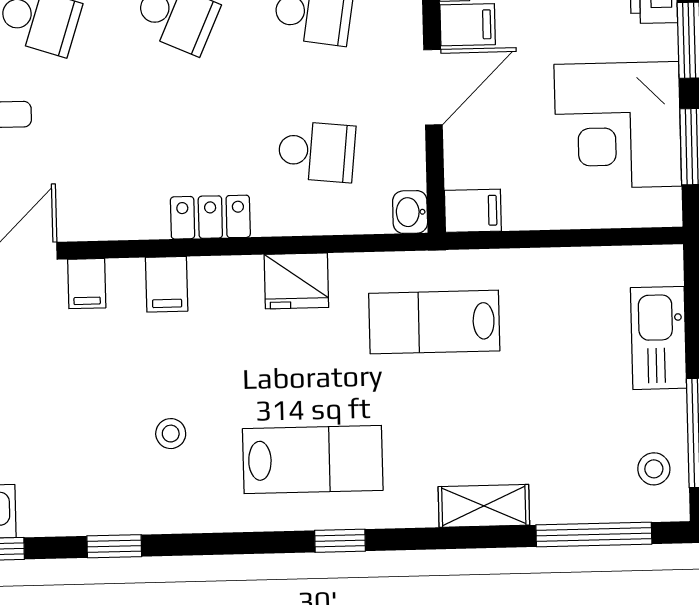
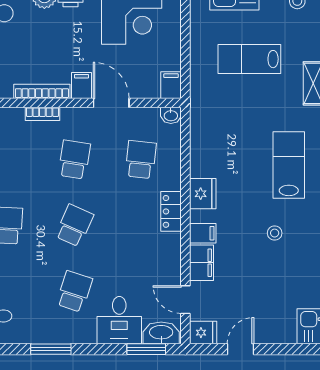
fridge: (296, 281) -> (203, 194), moved
filing cabinet: (87, 284) -> (201, 263), width x2.00
lab bench: (434, 322) -> (249, 59), moved, turned 90

